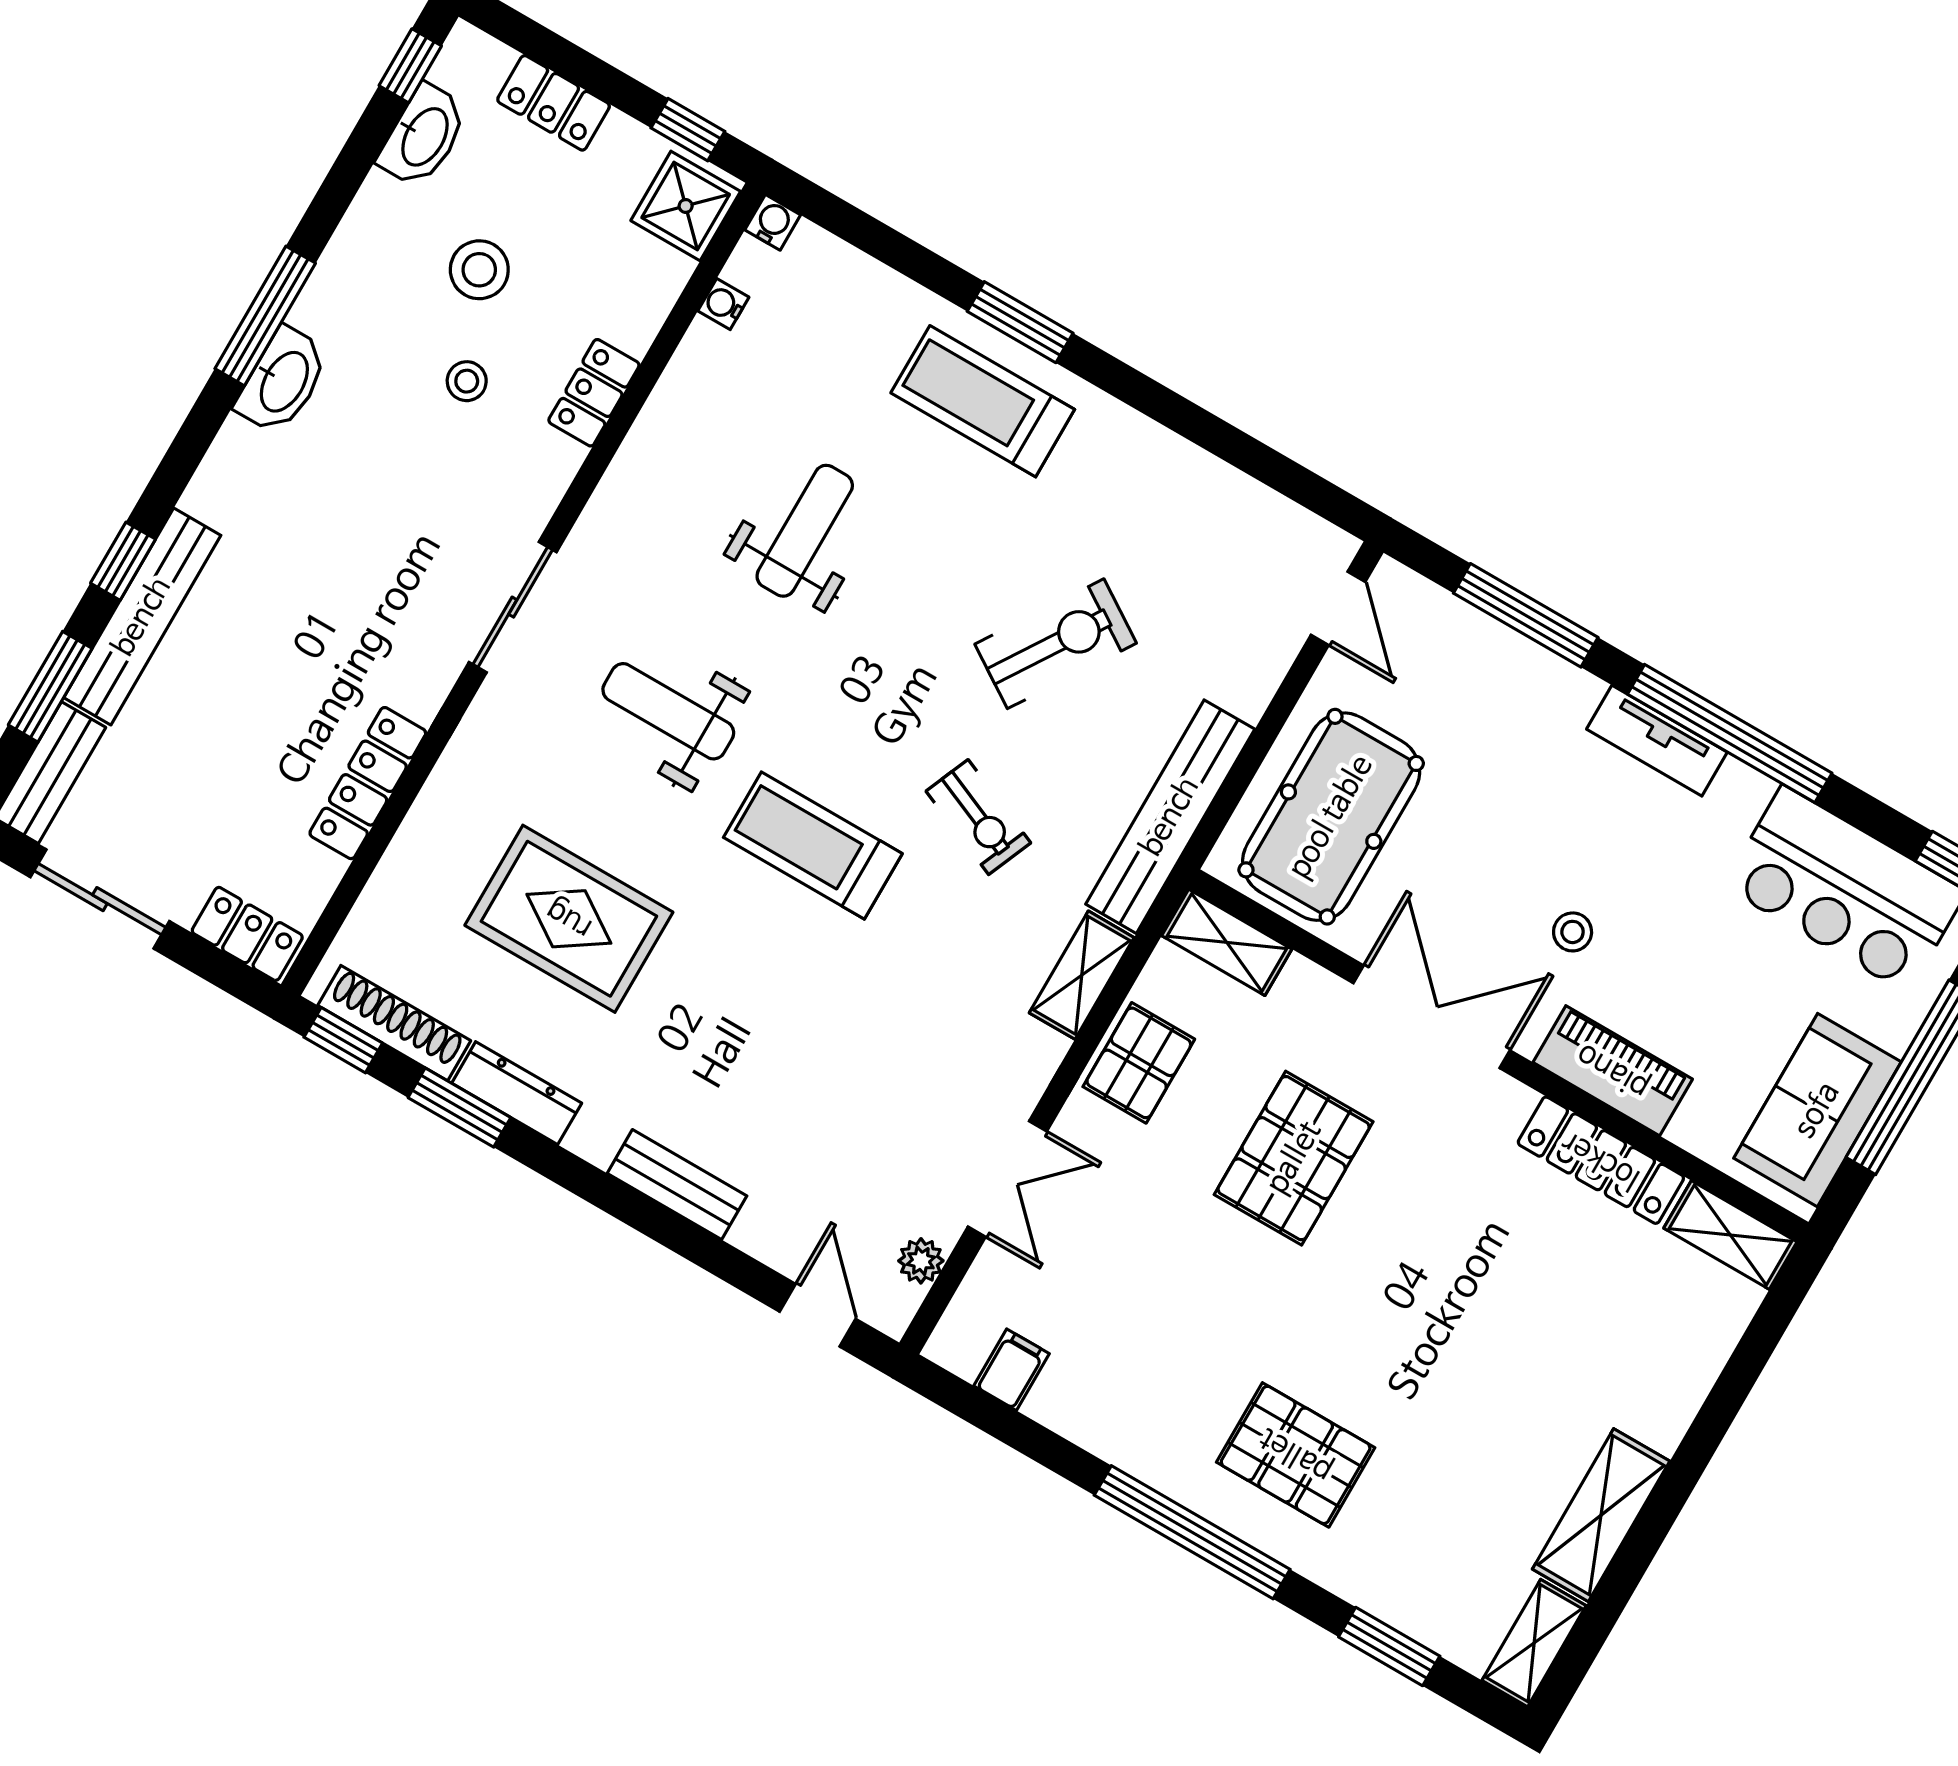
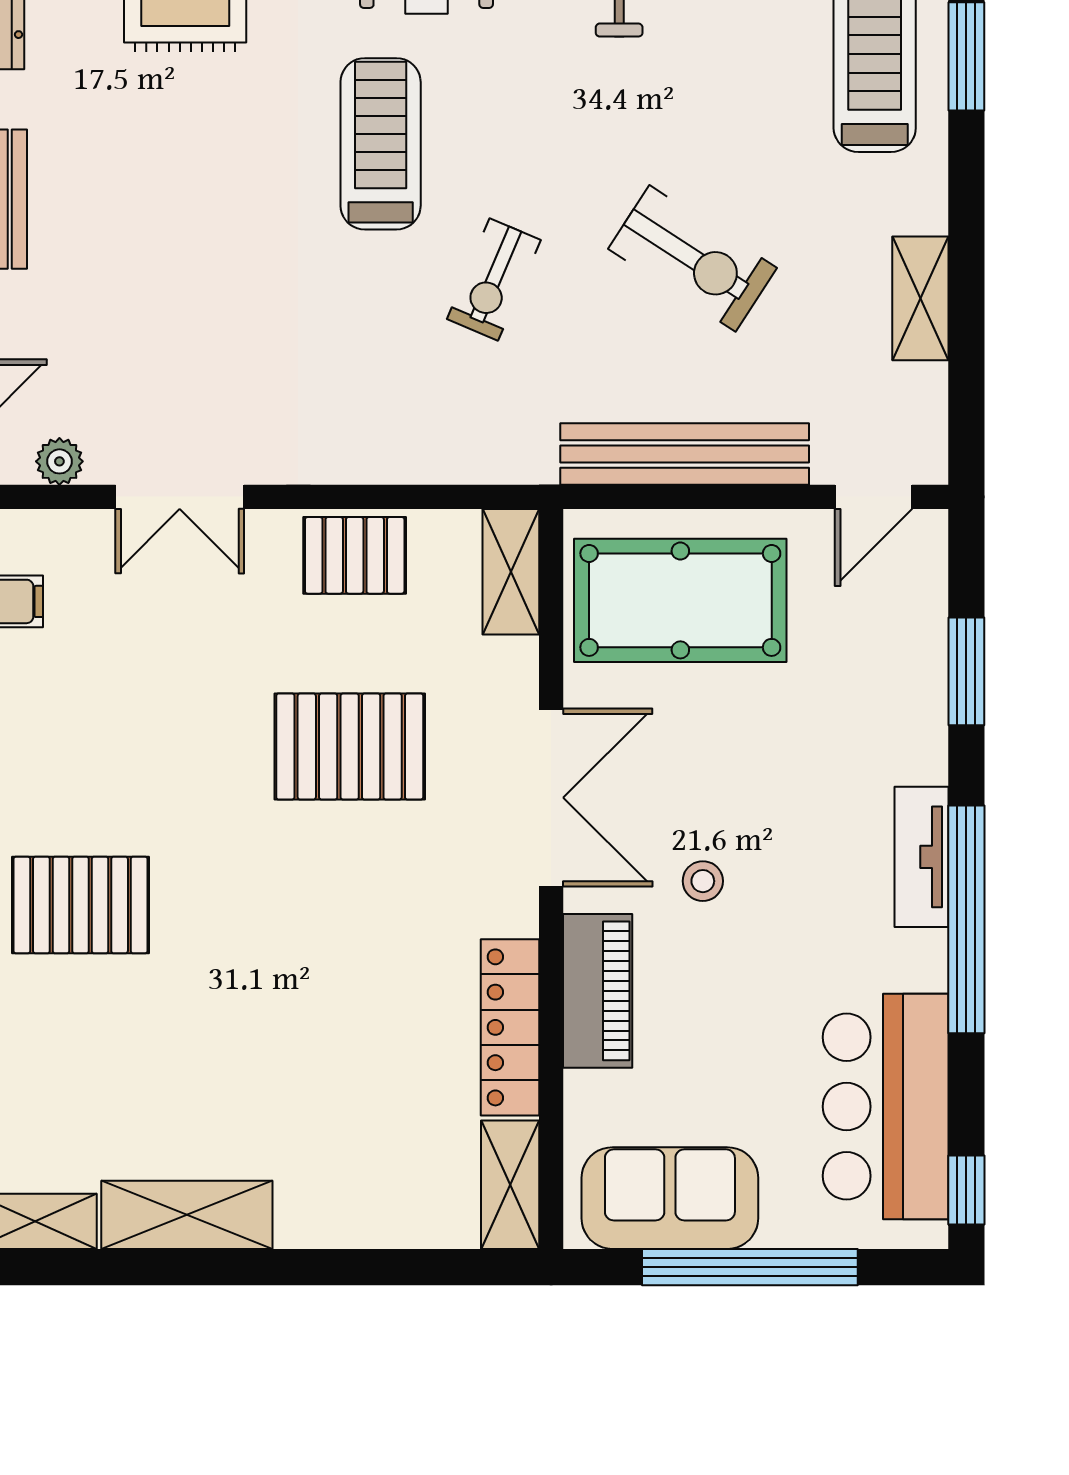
window: (1526, 615) -> (966, 671), width x0.69
bench: (1170, 817) -> (685, 454), moved
shelving: (1082, 975) -> (920, 298), moved, turned 90
pallet: (1296, 1455) -> (80, 905), turned 90

